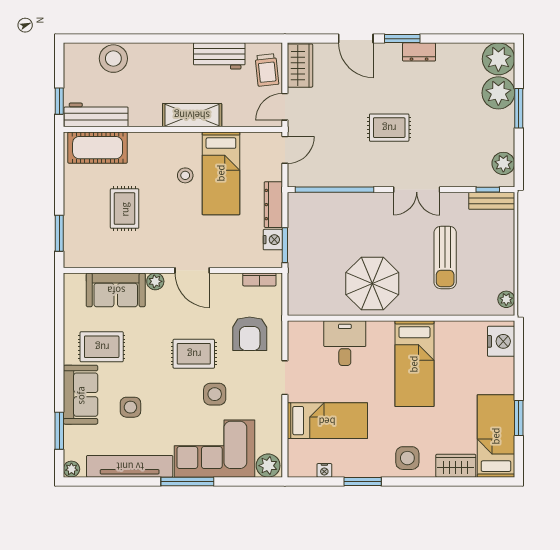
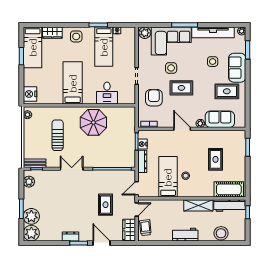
workbench: (219, 56) -> (185, 235), moved
shelving: (192, 115) -> (198, 205), moved
rug: (389, 128) -> (106, 205), moved, turned 90
bed: (327, 421) -> (104, 47), moved, turned -90

